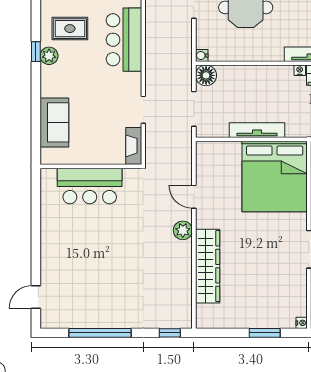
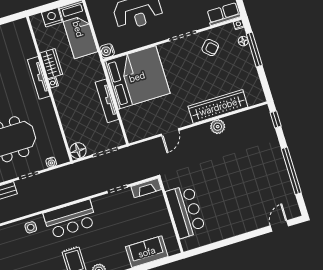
water cooler: (202, 55) -> (51, 162), moved
plant: (183, 230) -> (218, 127), moved
armchair: (284, 279) -> (210, 48), added
door: (36, 297) -> (279, 226), swing flipped
floor lamp: (279, 322) -> (243, 41), added
window: (265, 333) -> (254, 50), width x1.44

